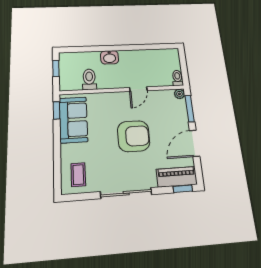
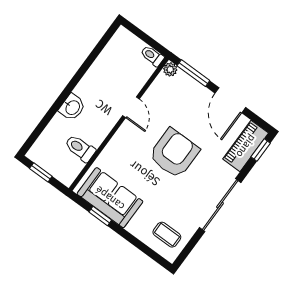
window: (57, 110) -> (100, 216), moved

